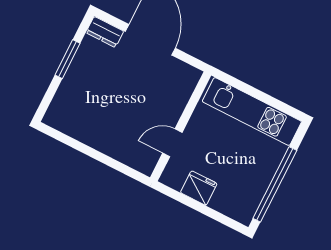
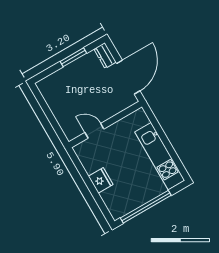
wall: (181, 126) -> (105, 124), moved
door: (172, 143) -> (94, 131), moved

